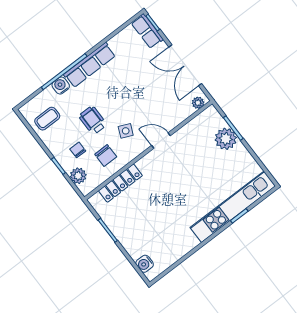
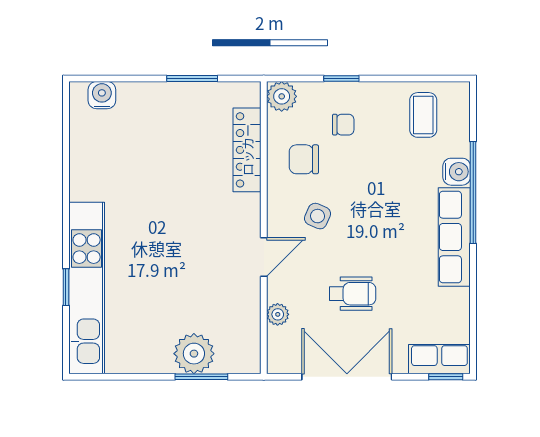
plant: (198, 103) -> (278, 314), moved
wheelchair: (93, 120) -> (352, 294), moved
plant: (78, 176) -> (282, 96), moved

